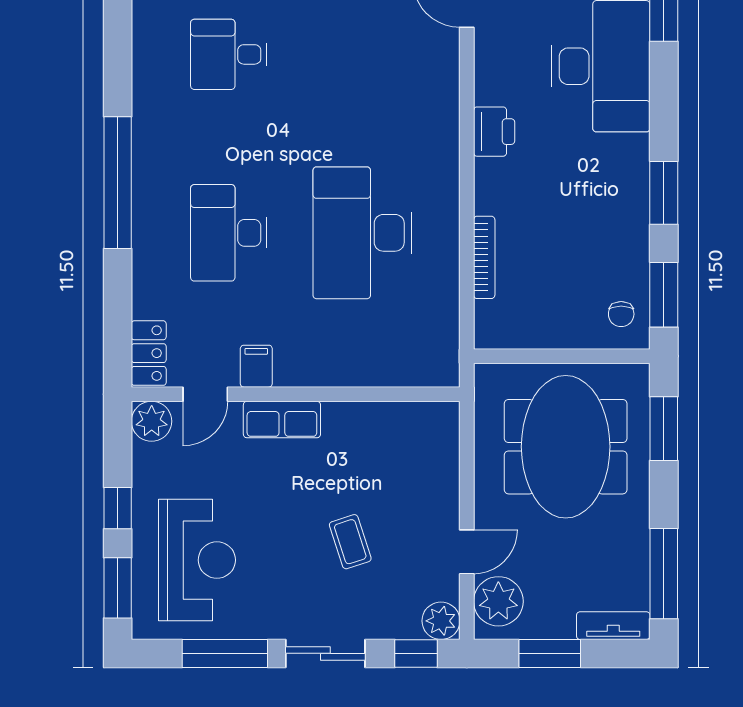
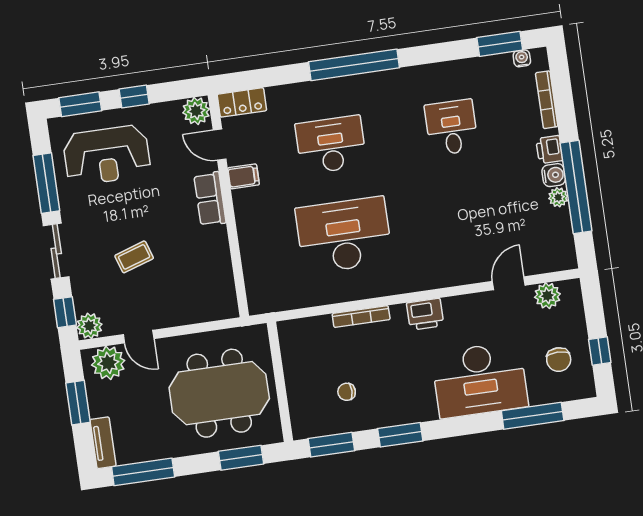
bookcase: (484, 257) -> (361, 317), moved
chair: (621, 314) -> (347, 392), moved

